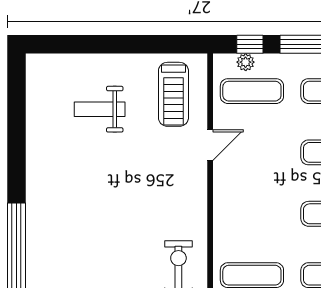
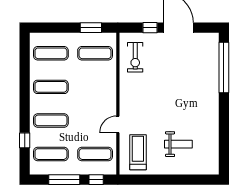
plant: (246, 62) -> (99, 170), removed

